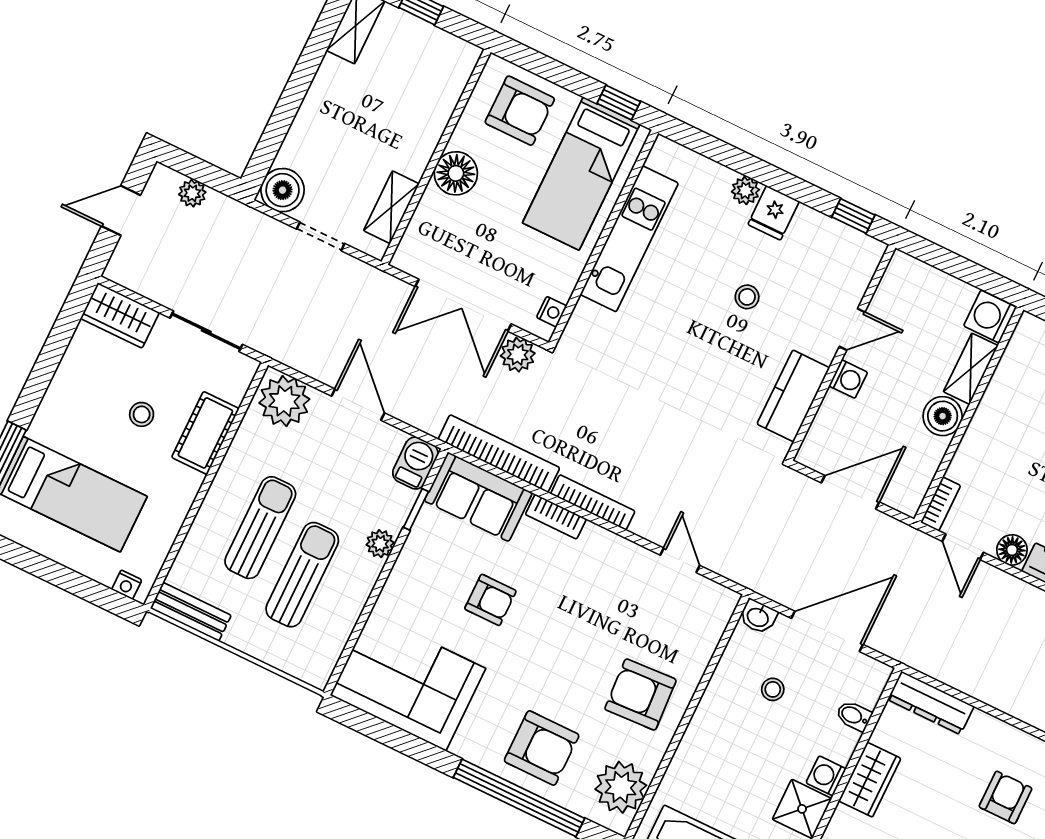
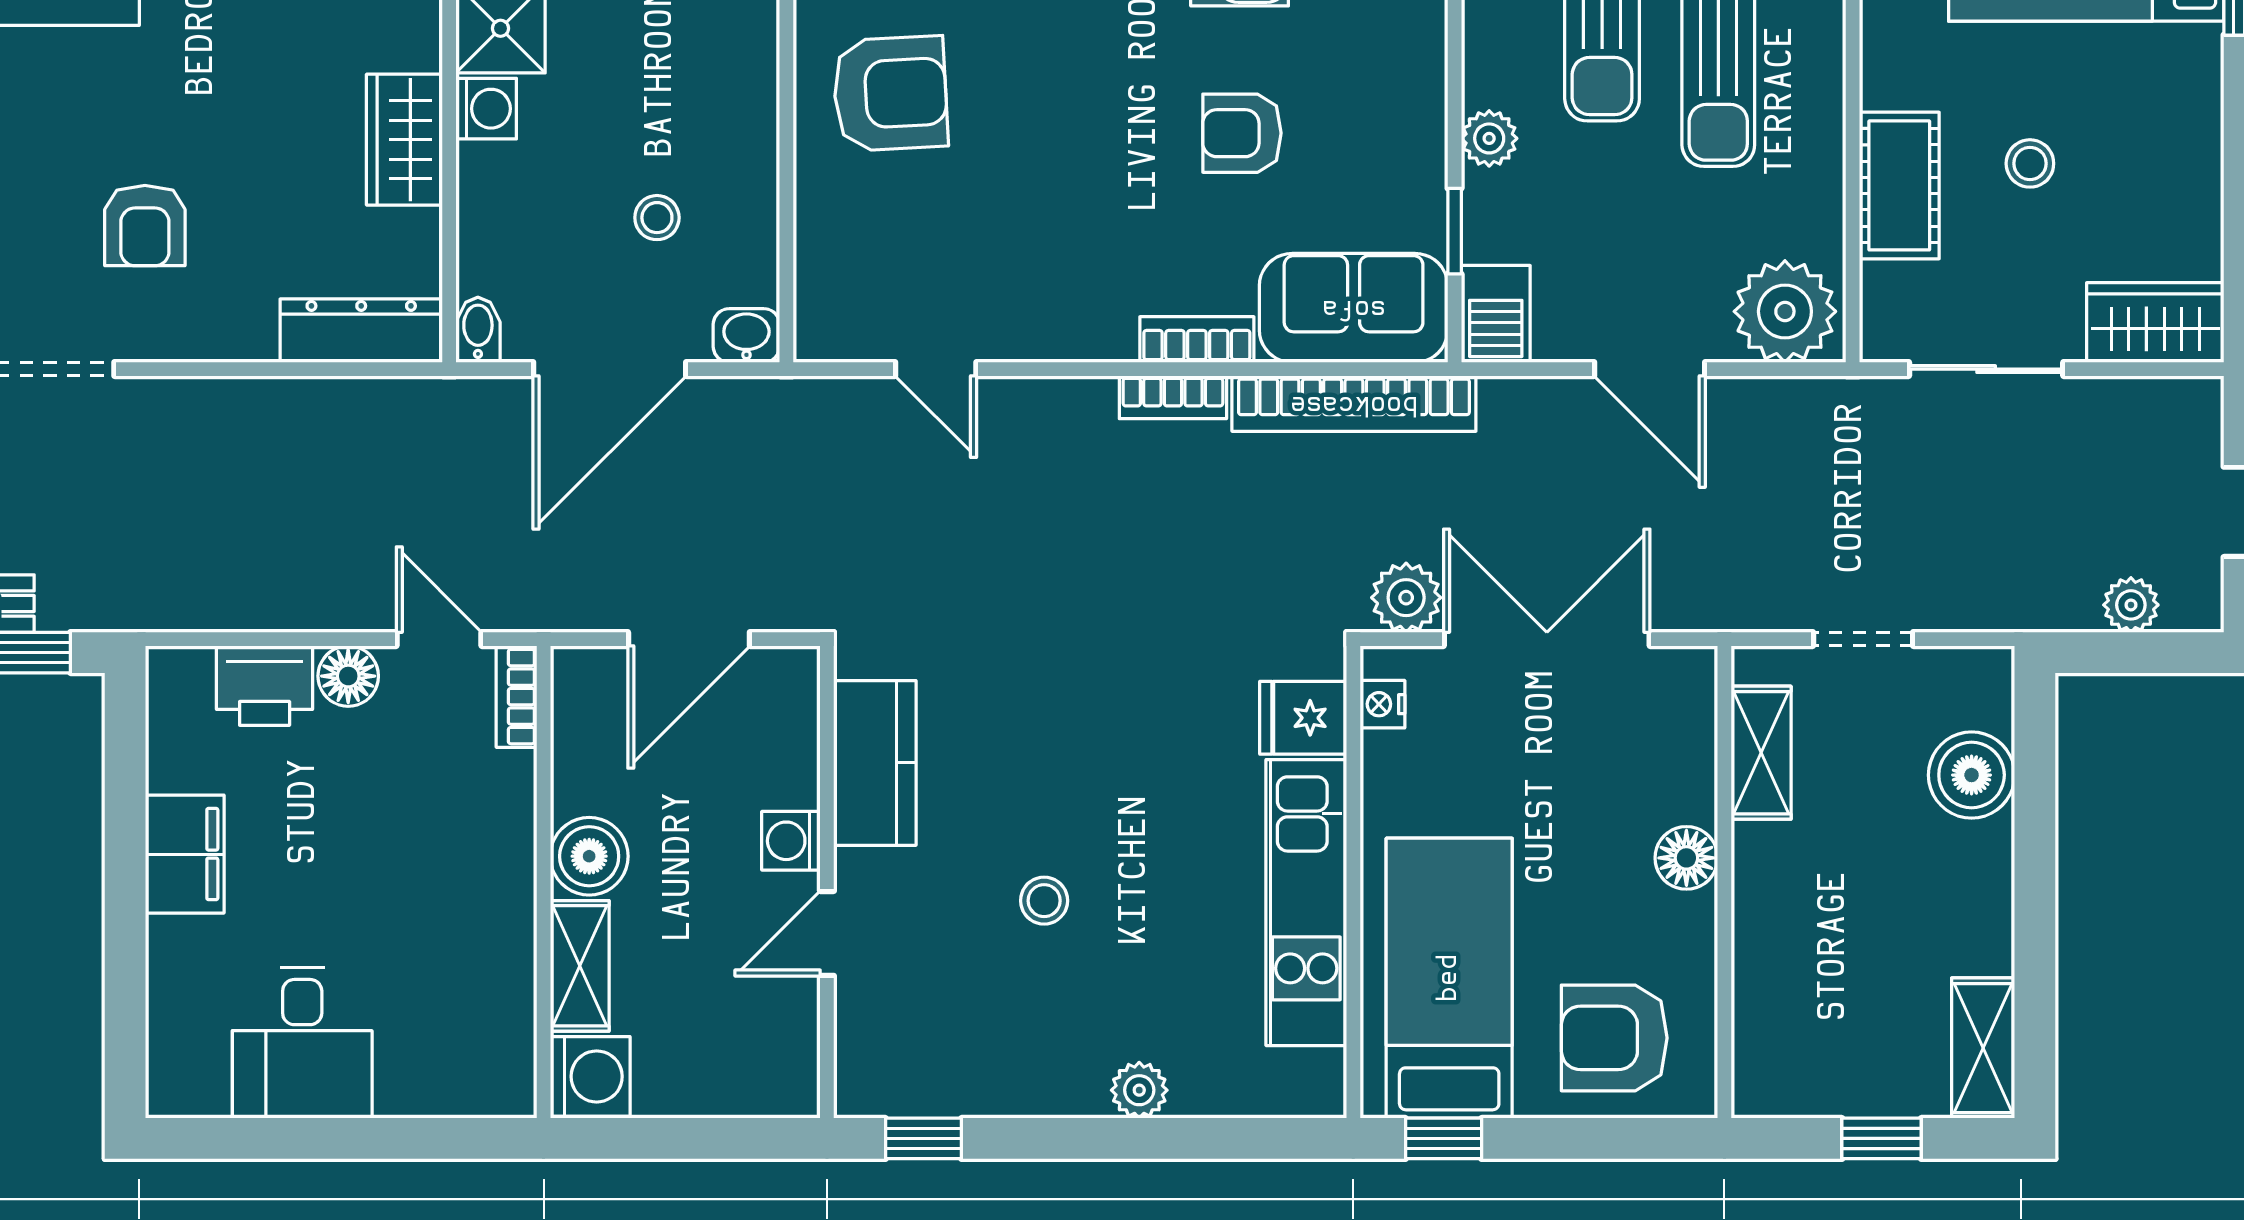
floor lamp: (456, 173) -> (1686, 858), width x0.73, depth x0.73
boiler: (283, 190) -> (1972, 775), moved
fridge: (774, 213) -> (1303, 718), moved, turned -90
bookcase: (593, 502) -> (1173, 397), width x0.64
bidet: (854, 716) -> (478, 330), moved, turned -90

